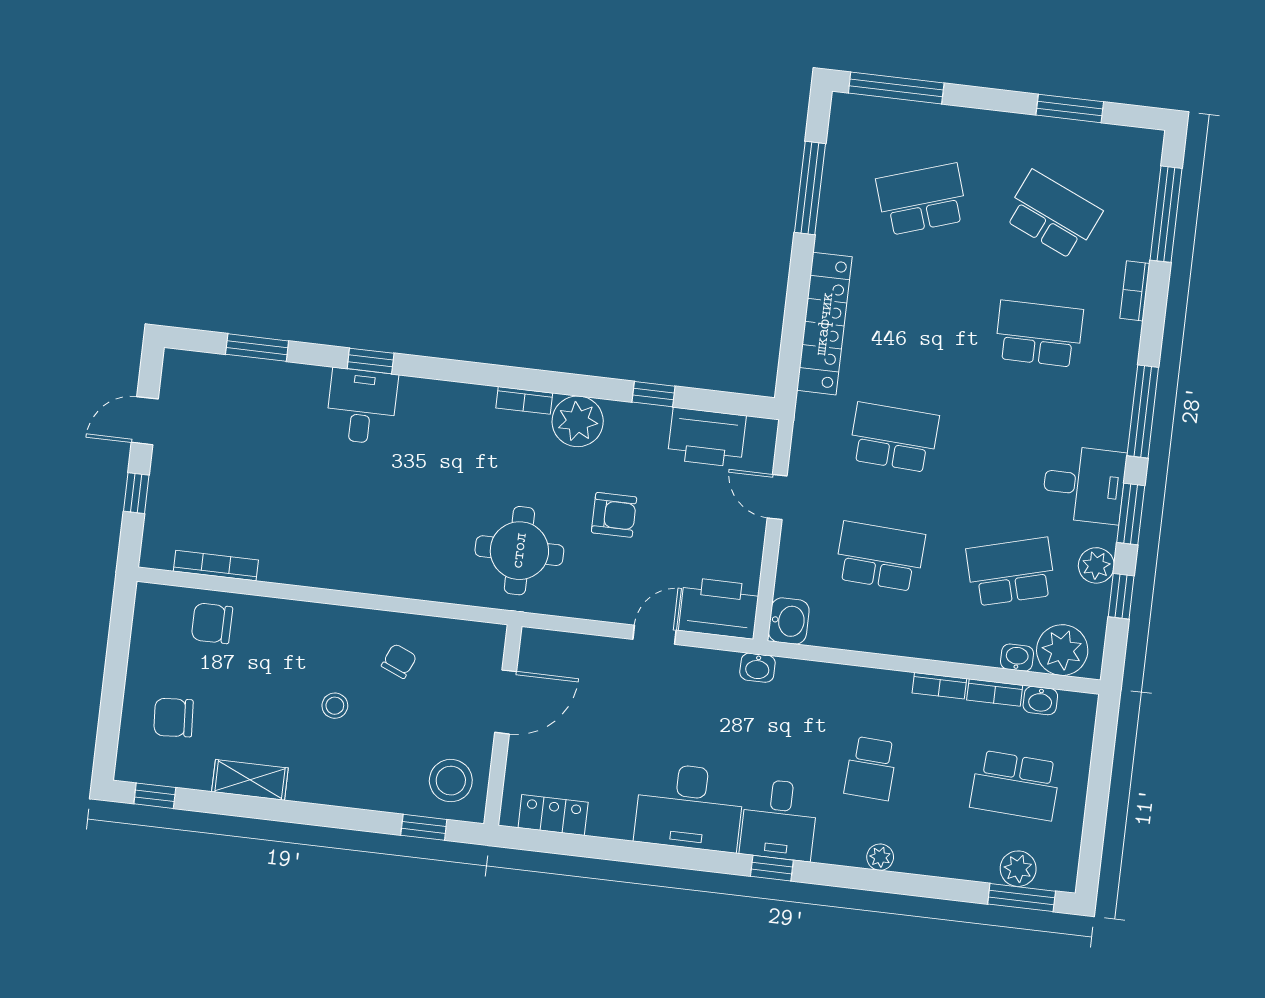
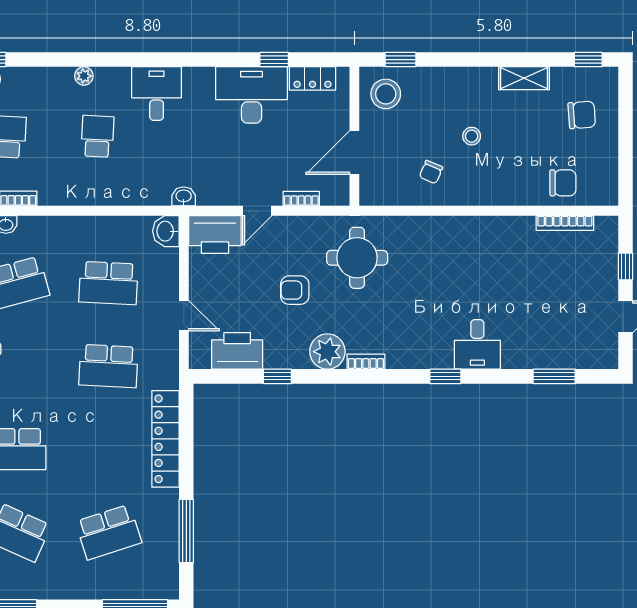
window: (371, 361) -> (445, 376), moved
bookcase: (939, 686) -> (301, 199), moved
desk: (689, 807) -> (252, 95), moved
window: (772, 868) -> (274, 60), moved

